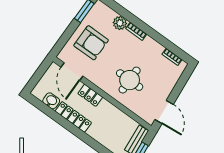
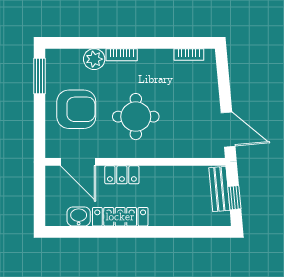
round table: (130, 80) -> (136, 117), moved

